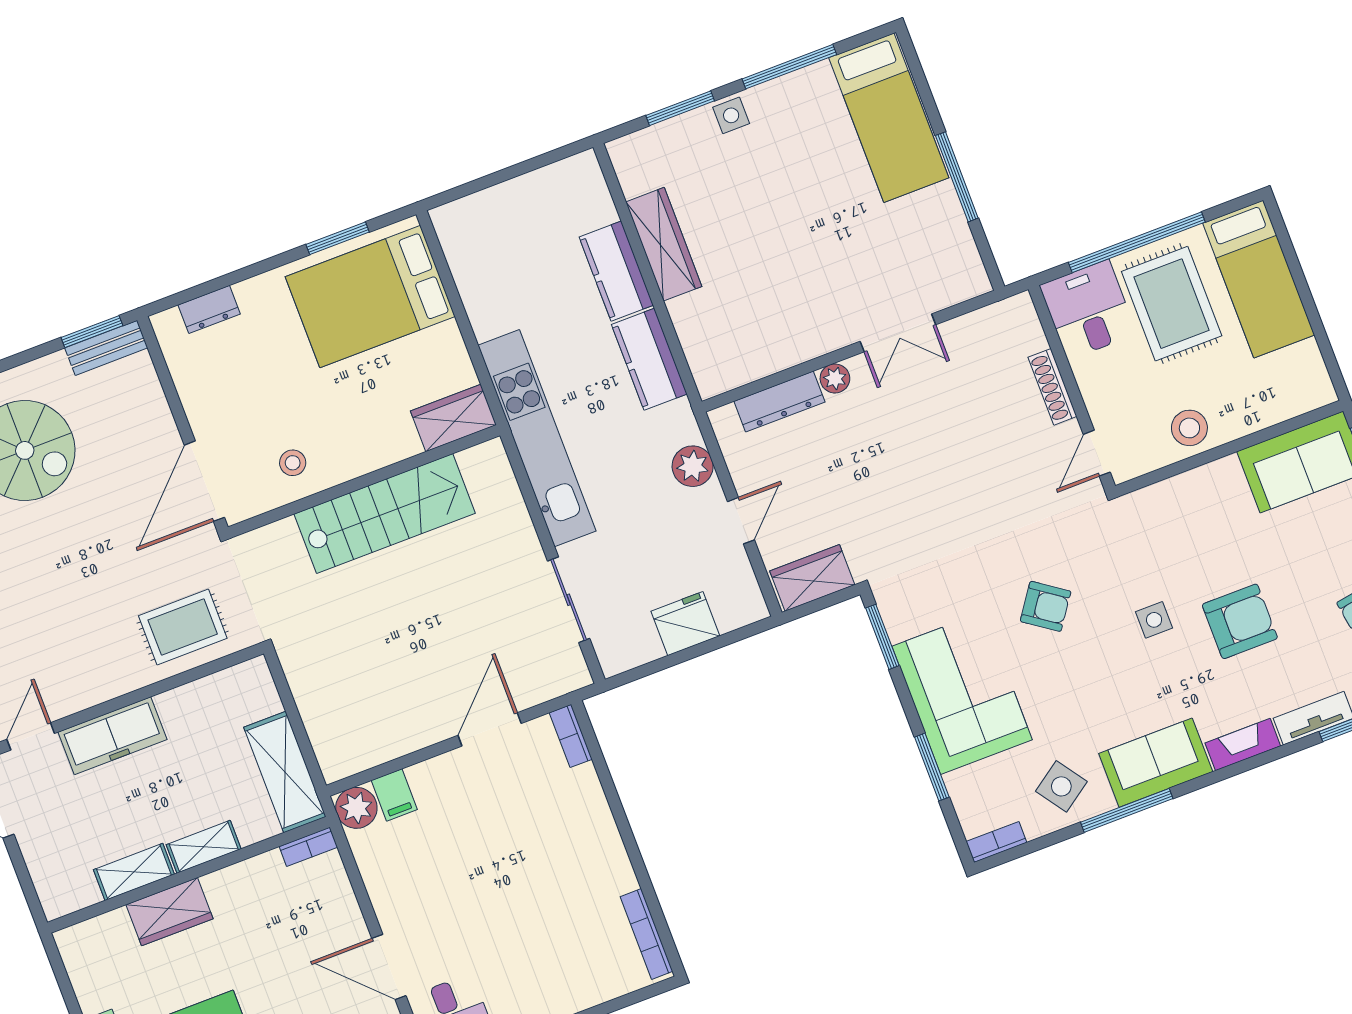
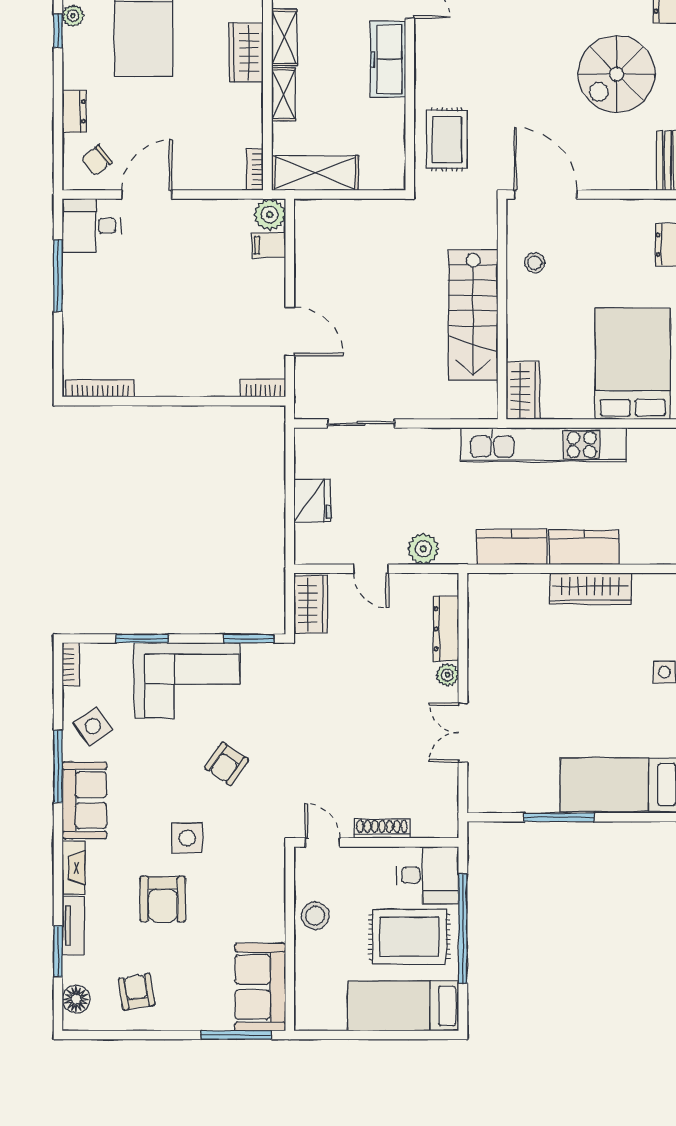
kitchen unit: (537, 438) -> (544, 445), moved
side table: (1154, 620) -> (187, 838), width x1.37, depth x1.37

